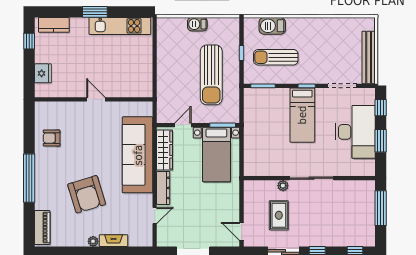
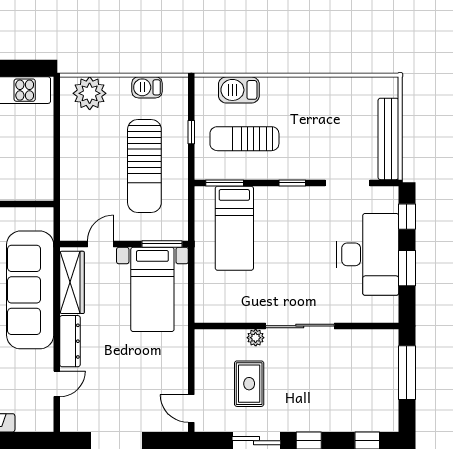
barbecue: (197, 24) -> (147, 87), moved
plant: (176, 28) -> (90, 93), added
bed: (302, 115) -> (234, 228), moved

